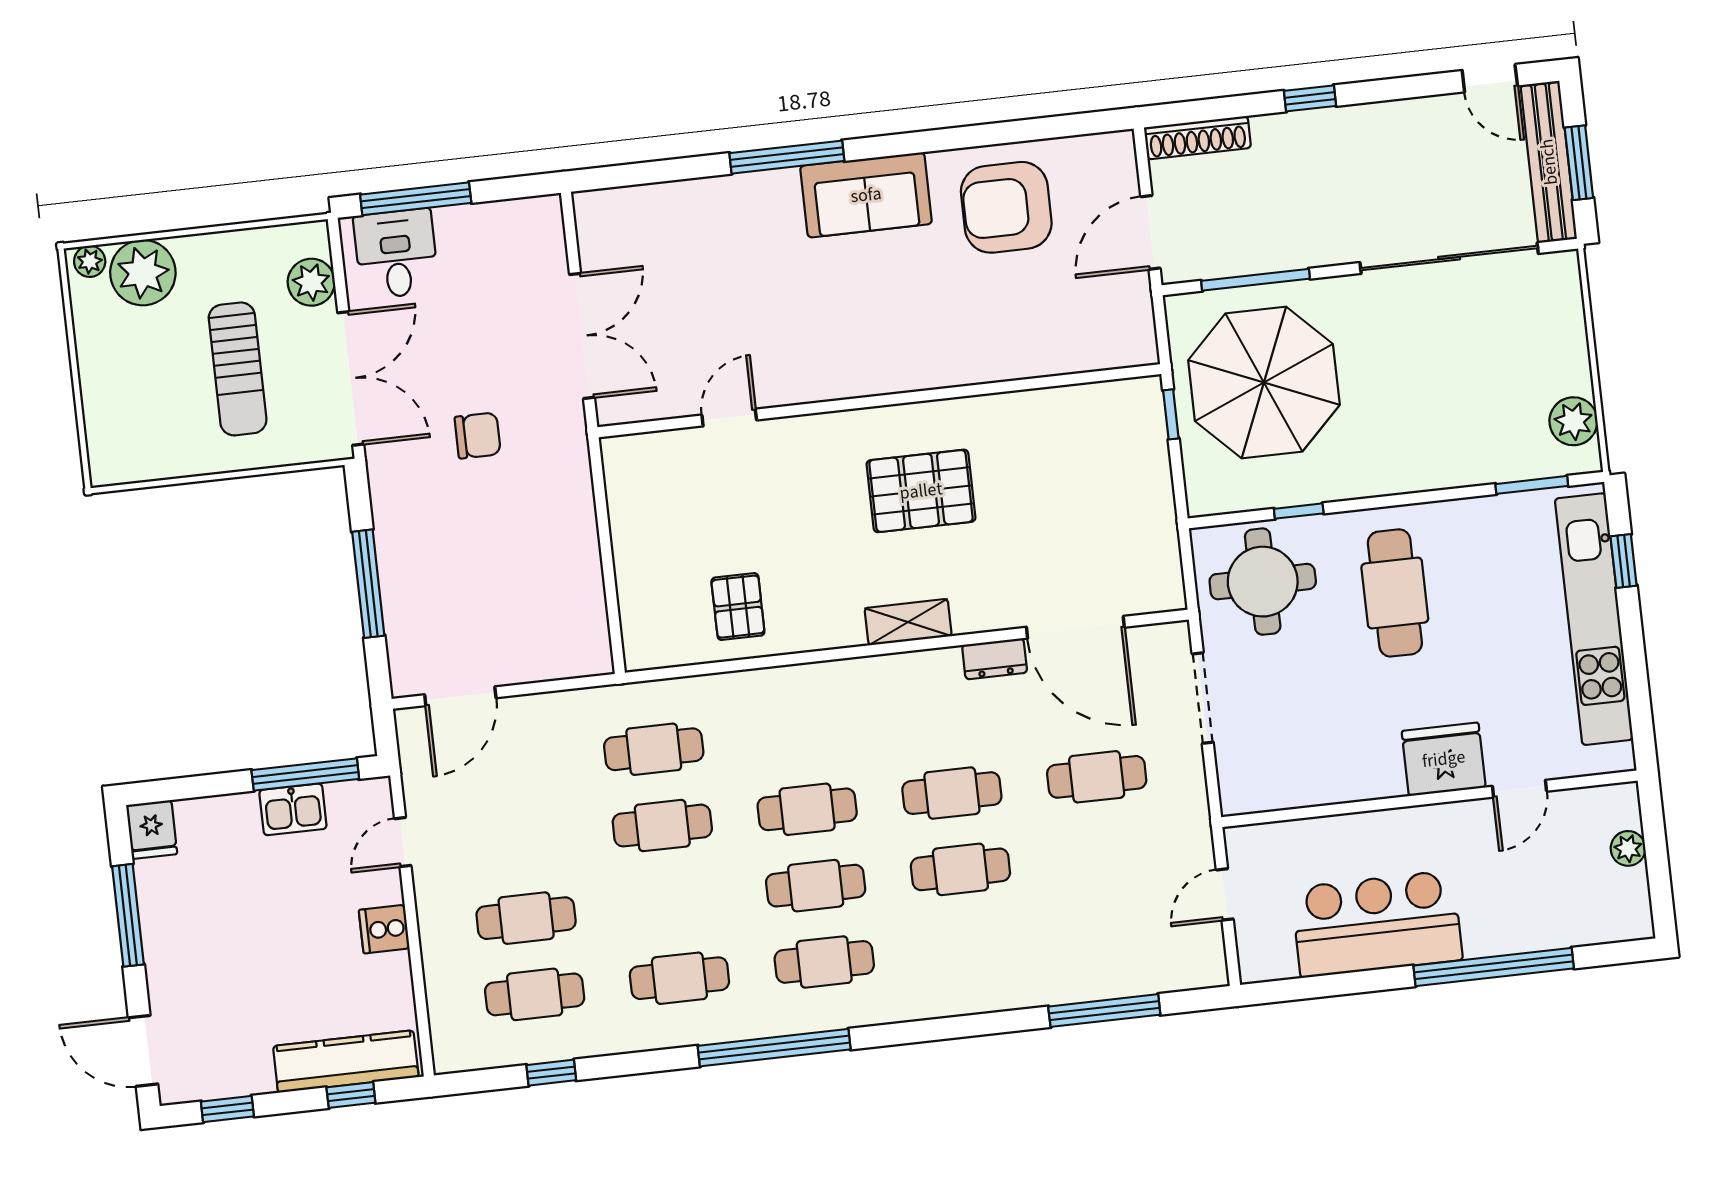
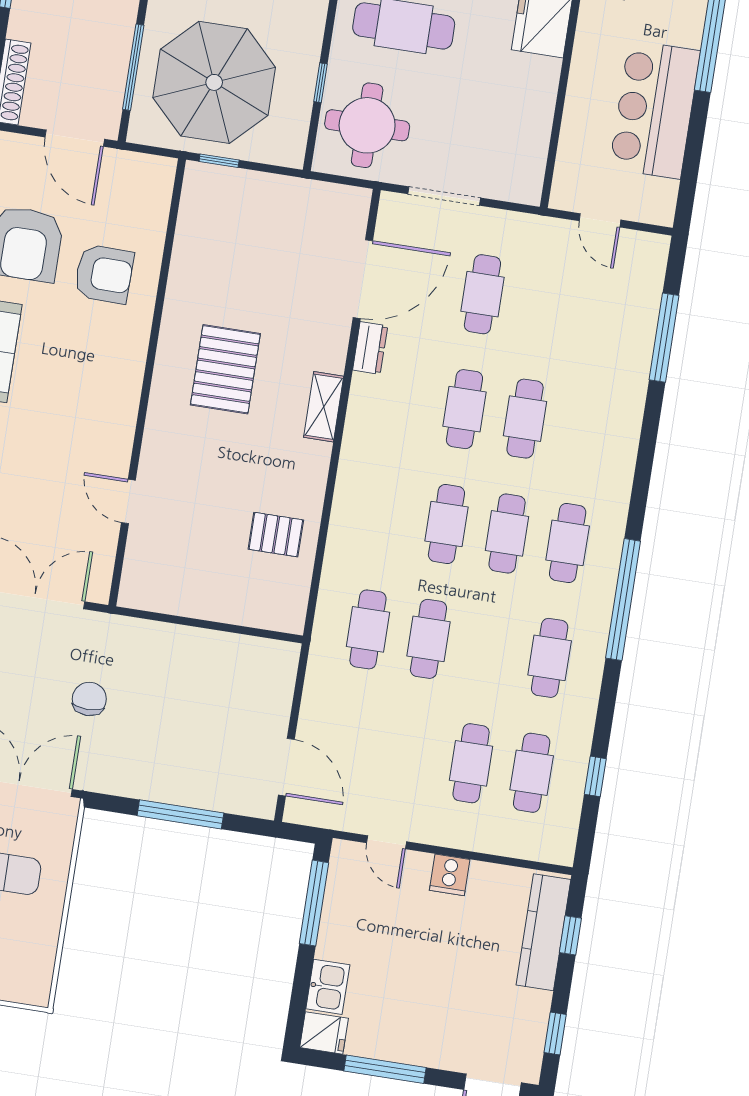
armchair: (996, 313) -> (104, 274), added
kitchen sink: (293, 809) -> (328, 987), moved

